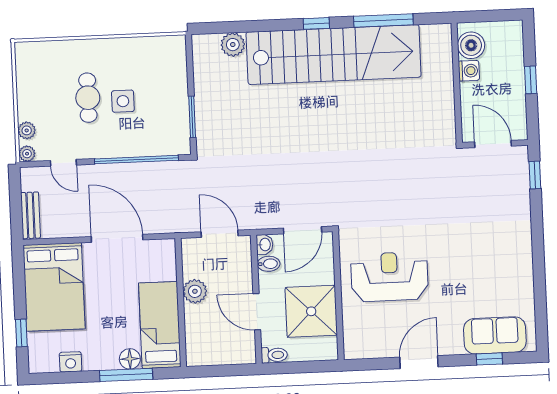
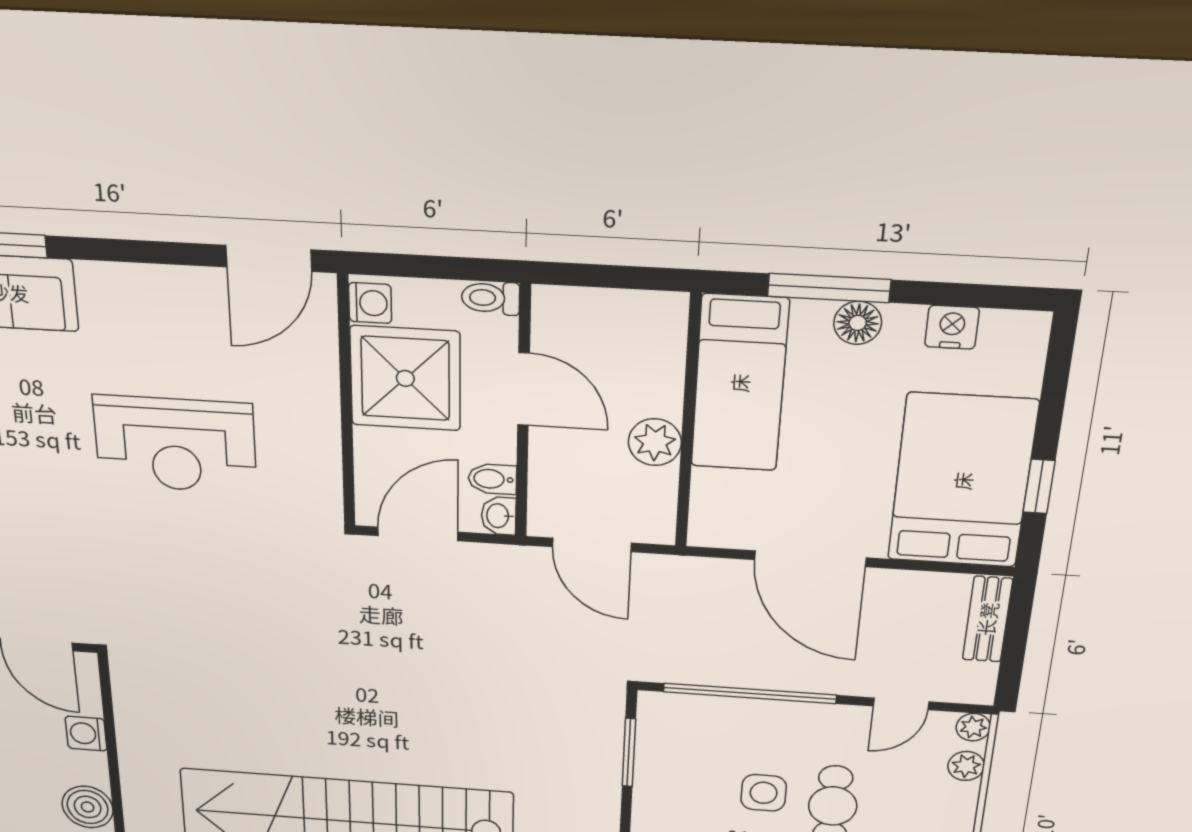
washing machine: (469, 71) -> (86, 734), moved
door: (63, 163) -> (901, 704), swing flipped
reception desk: (390, 277) -> (175, 444), moved
window: (21, 333) -> (1039, 486), moved
washing machine: (328, 347) -> (370, 303), added
floor lamp: (130, 359) -> (858, 323), moved
door: (419, 362) -> (269, 258), moved

